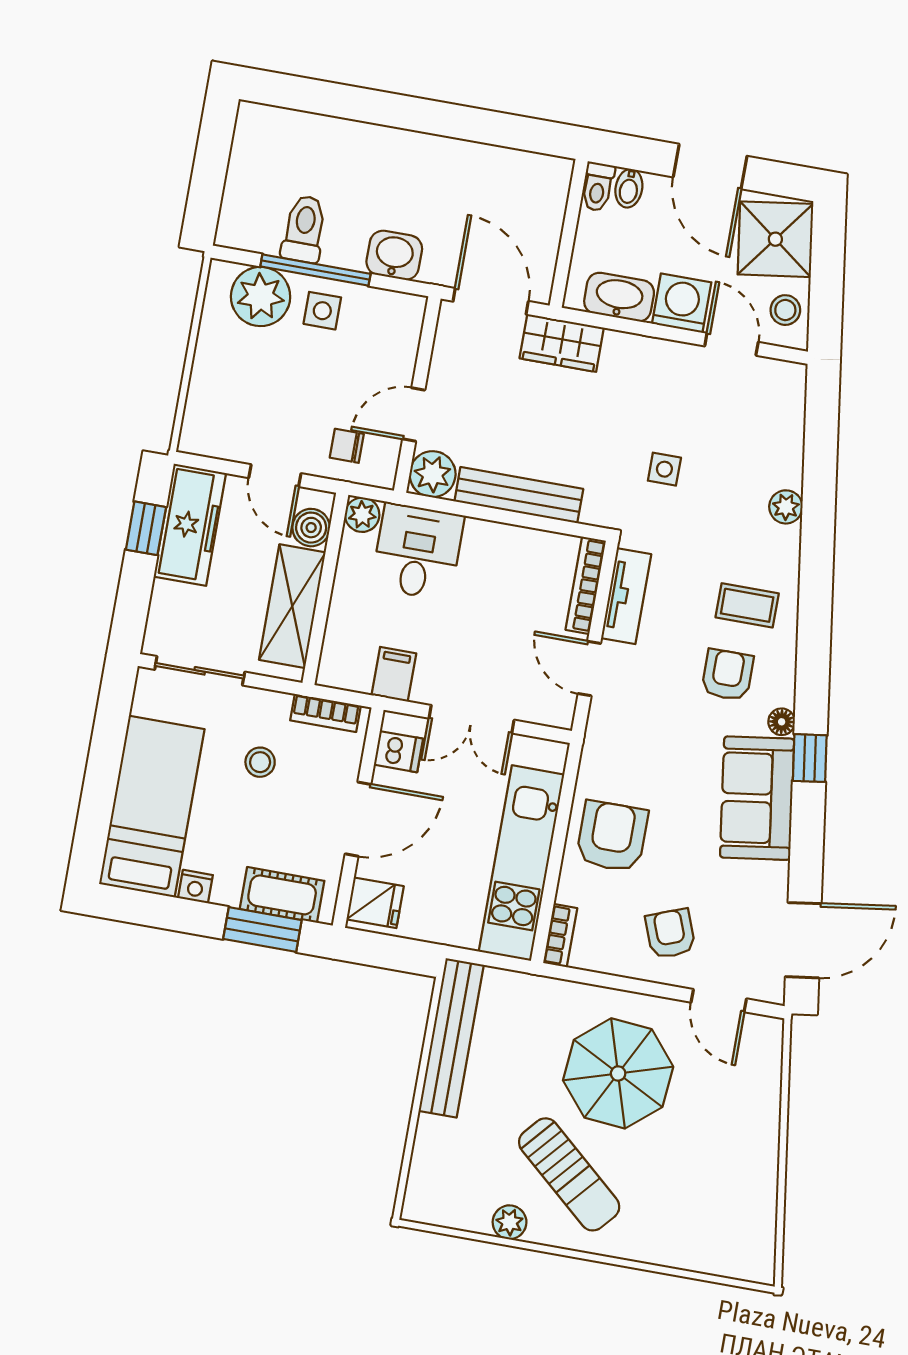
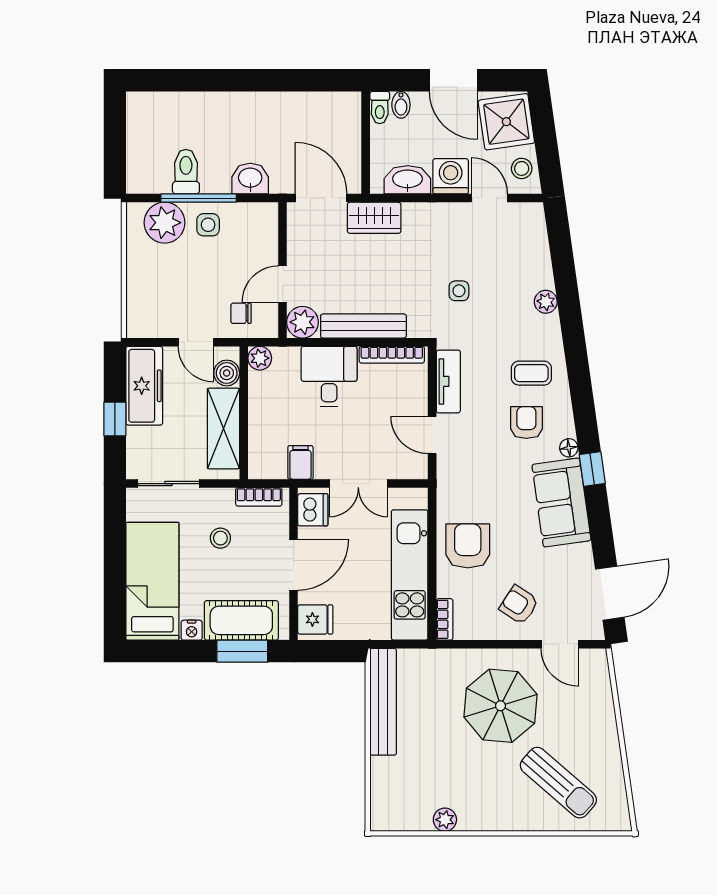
window: (146, 528) -> (115, 419), moved
desk: (418, 552) -> (329, 376), moved
bookcase: (586, 585) -> (392, 355), moved, turned -90
dishwasher: (398, 752) -> (313, 510), width x1.38
cot: (282, 895) -> (241, 620), width x1.37, depth x1.34
armchair: (670, 934) -> (519, 605), turned -36
sun lounger: (569, 1174) -> (558, 783), moved

